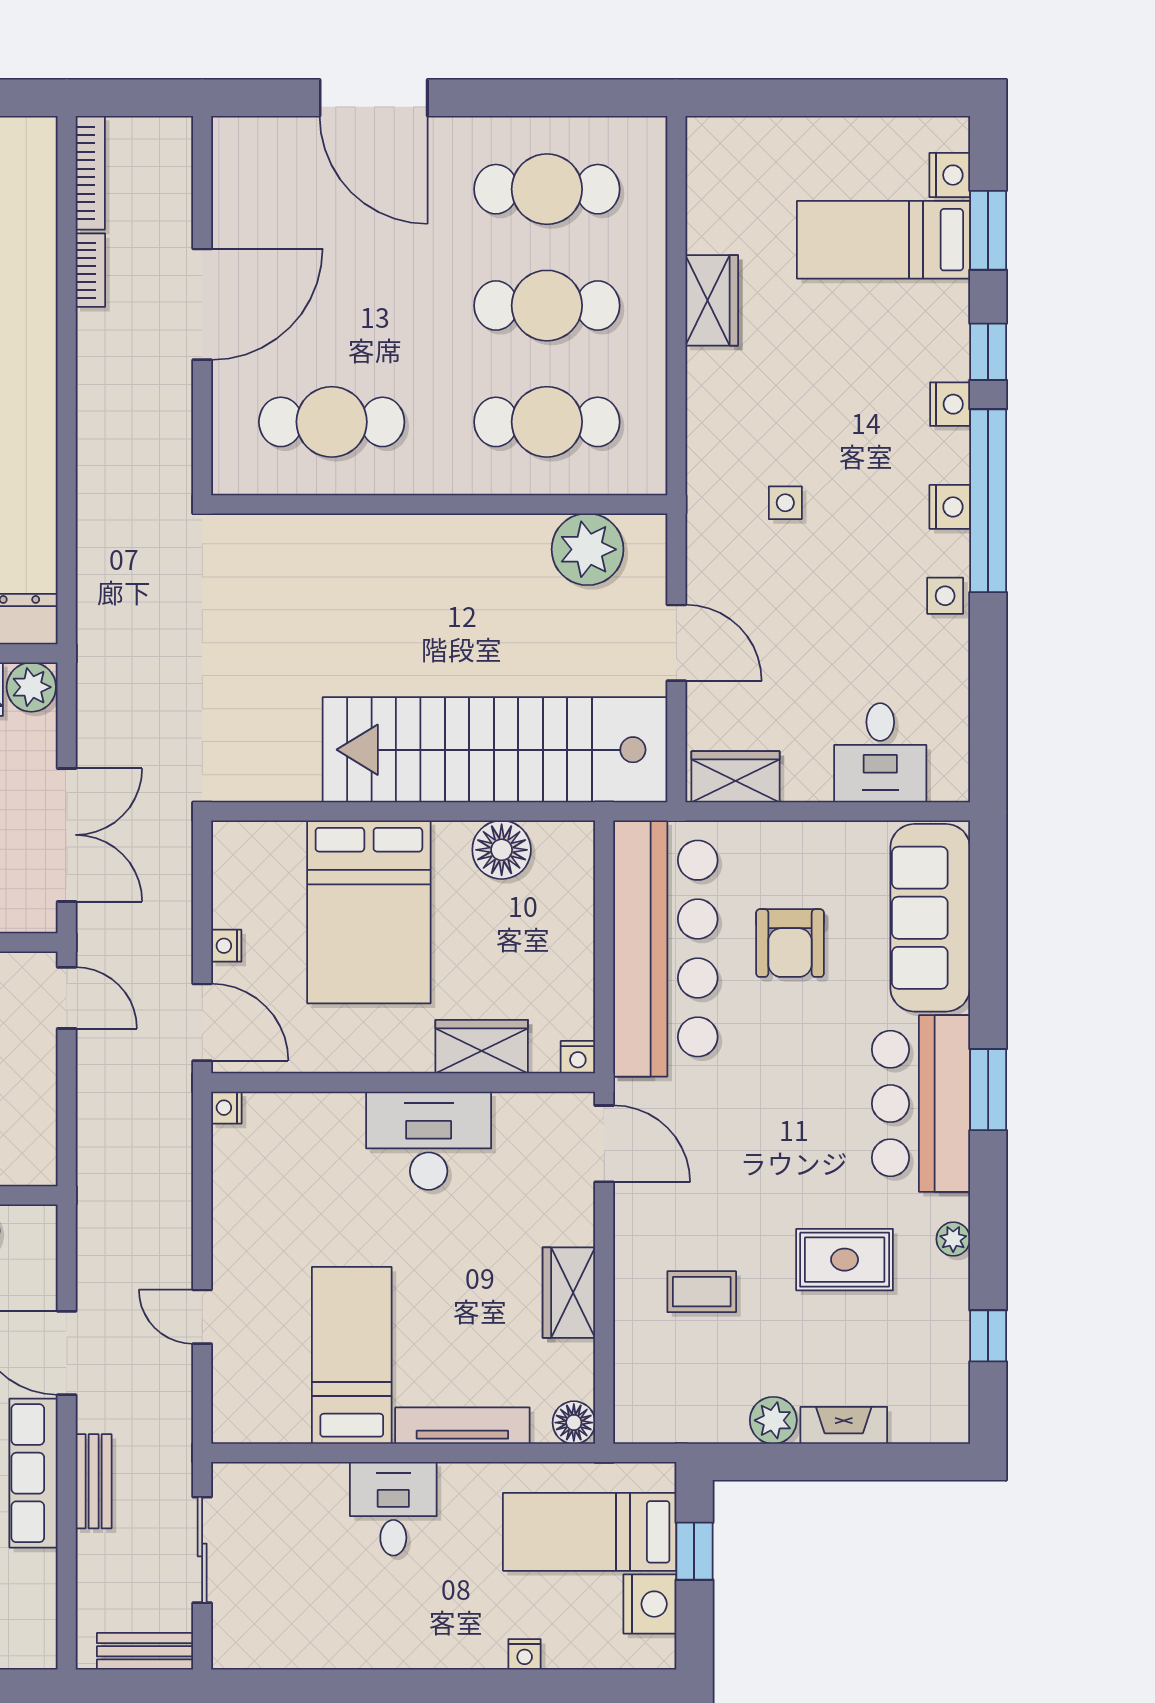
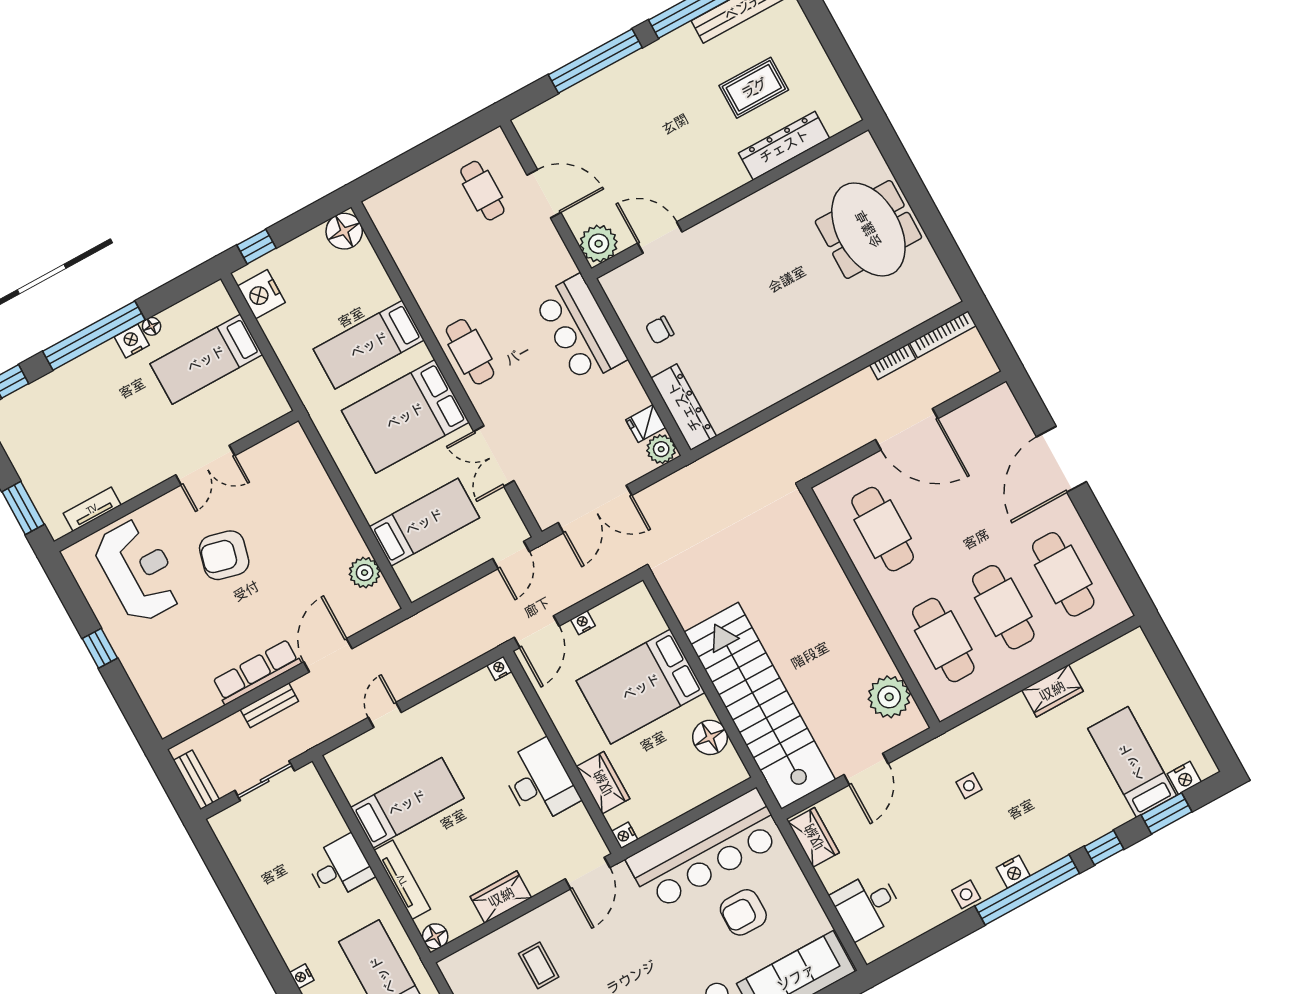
nightstand: (950, 404) -> (1066, 843), removed

